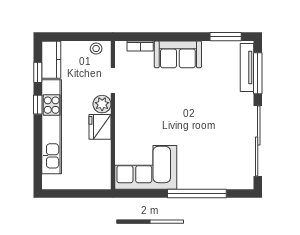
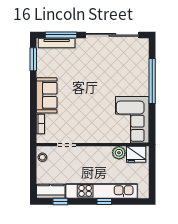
plant: (102, 104) -> (119, 153), moved
window: (38, 105) -> (104, 201), moved
fridge: (100, 127) -> (136, 154), moved

